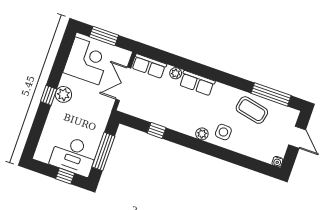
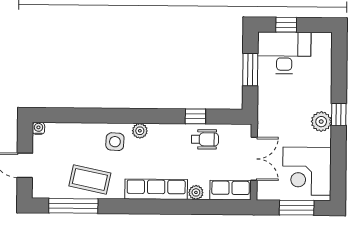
row of seats: (197, 83) -> (156, 189), width x1.48
wheelchair: (155, 111) -> (205, 139), added
window: (103, 152) -> (250, 70), width x0.69

